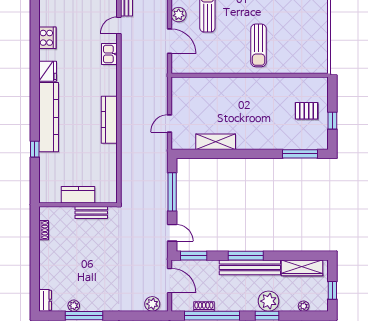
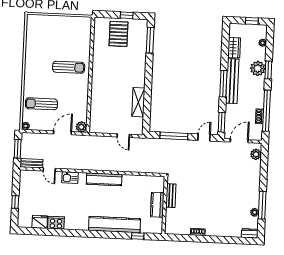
plant: (179, 15) -> (81, 127), moved
fridge: (48, 71) -> (40, 222), moved
pallet: (307, 111) -> (119, 34), width x1.50, depth x1.42
kitchen counter: (109, 120) -> (104, 179), moved
kitchen counter: (78, 195) -> (157, 205), moved
wall: (78, 205) -> (165, 205), moved
bench: (91, 213) -> (171, 196), moved
wardrobe: (302, 268) -> (234, 48), width x0.67

